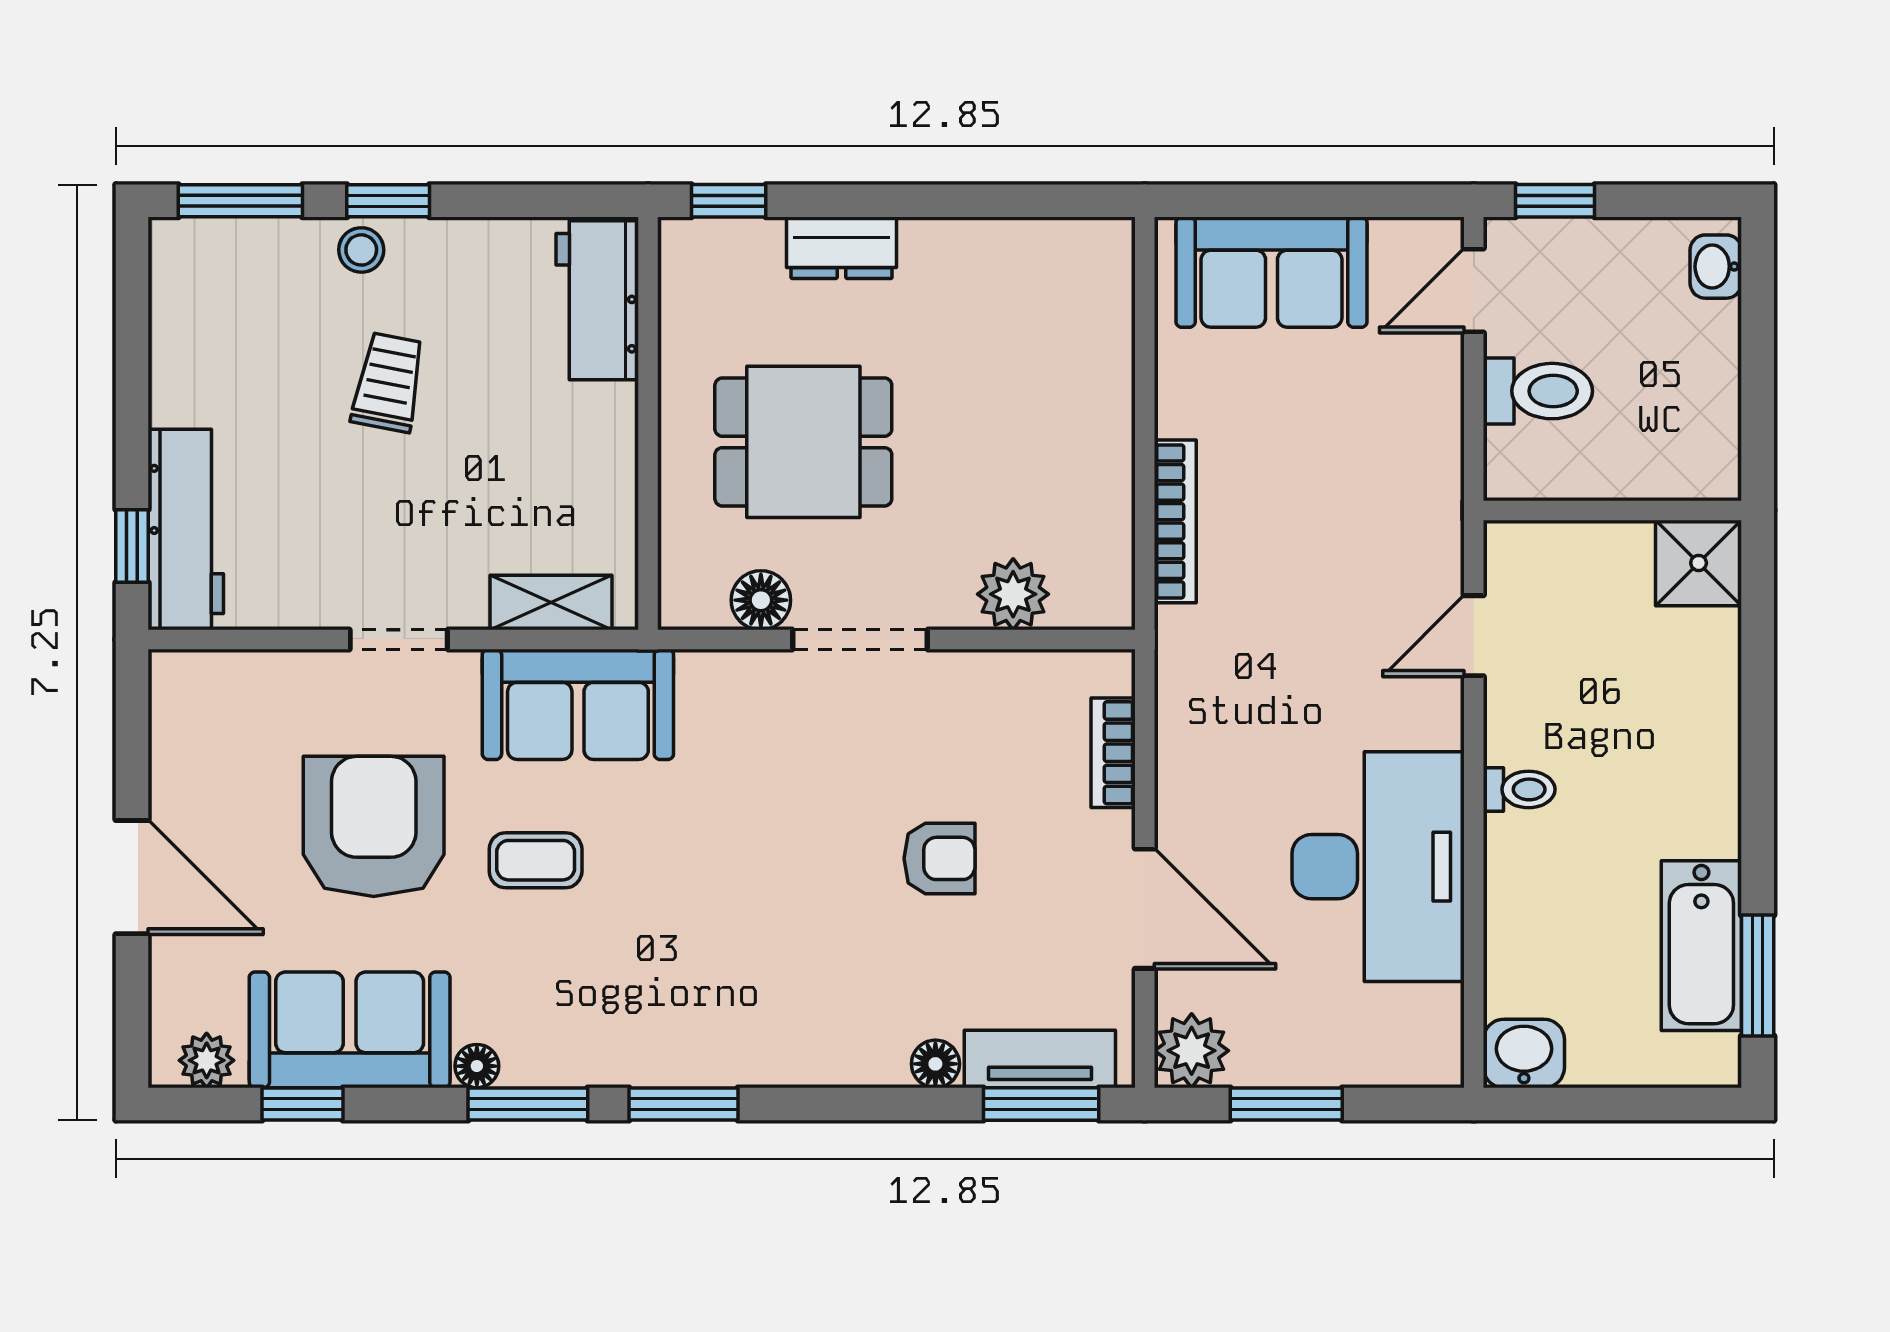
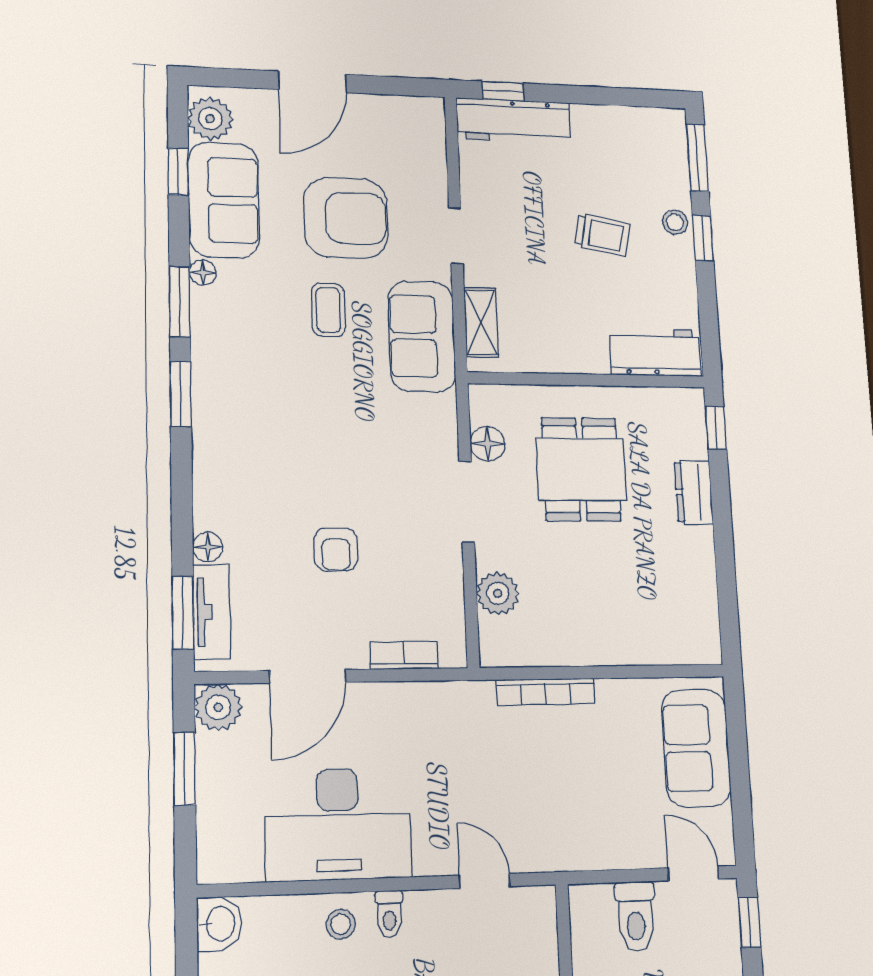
stool: (1532, 866) -> (341, 924), added
plant: (207, 1060) -> (210, 119), width x1.38, depth x1.38

